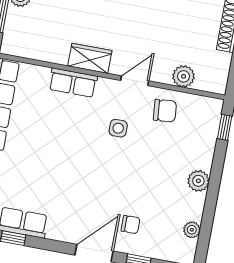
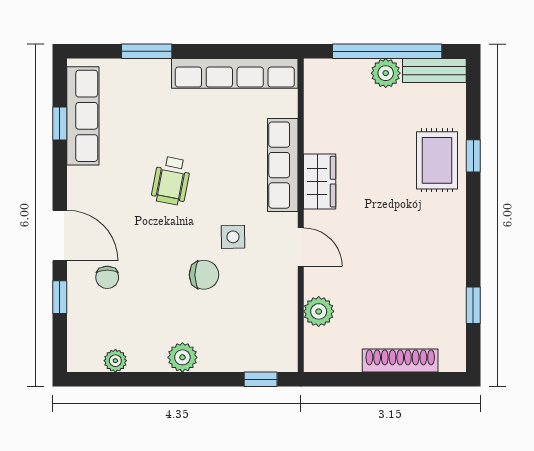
row of seats: (73, 83) -> (283, 165), width x1.48
chair: (165, 111) -> (204, 275), moved, turned -85
wheelchair: (69, 165) -> (171, 181), added

